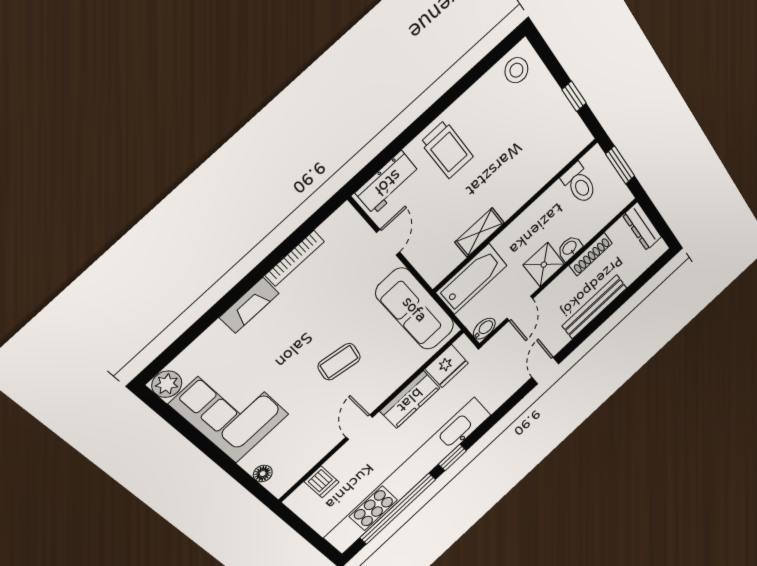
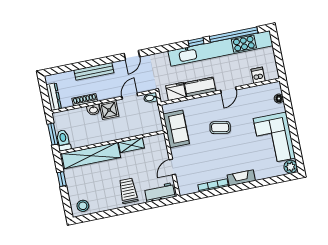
shelving: (541, 170) -> (91, 156), added
toilet: (579, 184) -> (63, 140), moved
bathtub: (471, 279) -> (145, 126), removed
sofa: (415, 309) -> (176, 129), width x0.73

